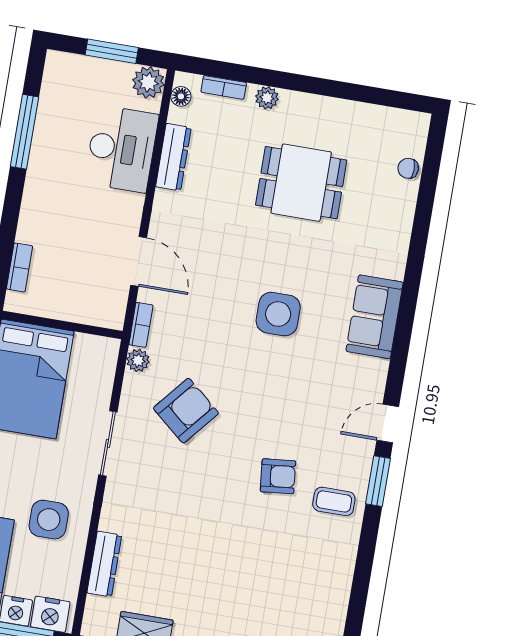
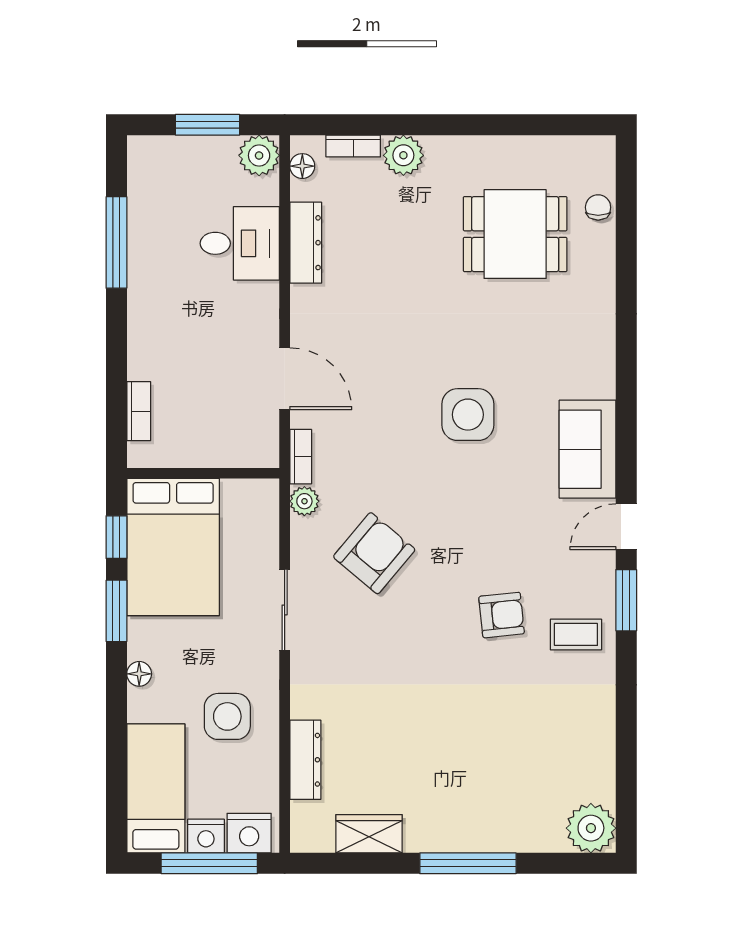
plant: (267, 98) -> (403, 155), width x1.38, depth x1.38
desk: (121, 149) -> (240, 243), width x0.73
chair: (408, 168) -> (598, 207), turned 90
dining table: (301, 183) -> (515, 234), moved
sofa: (374, 317) -> (587, 449), moved

